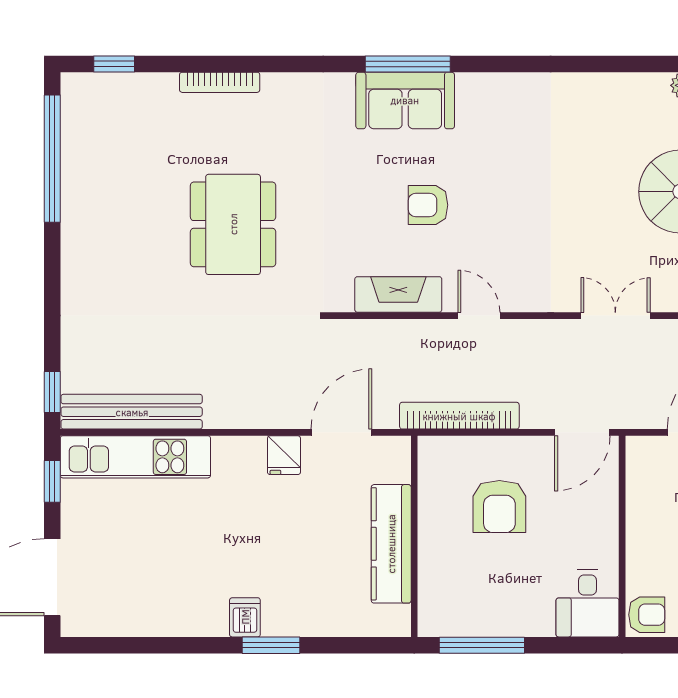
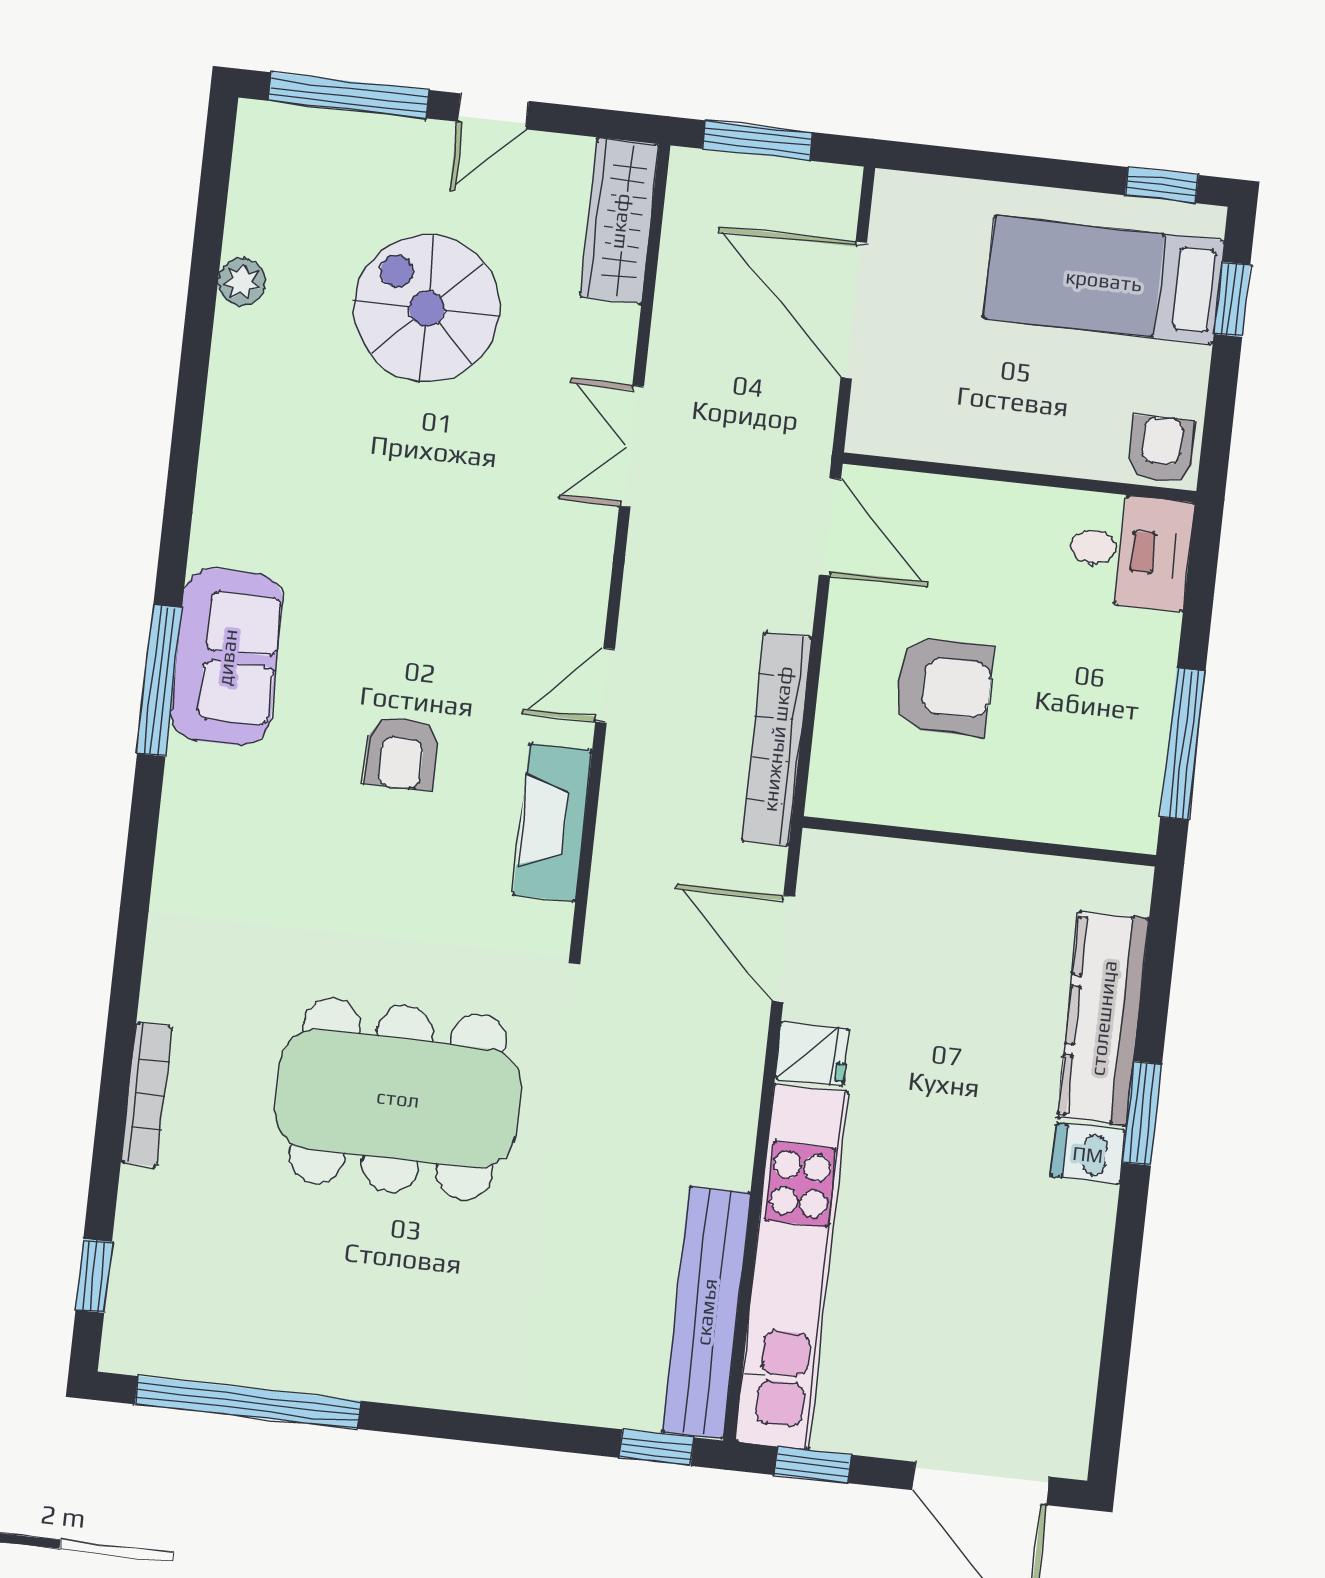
window: (408, 64) -> (159, 681), moved
sofa: (405, 100) -> (227, 657), moved
dining table: (233, 224) -> (398, 1098), width x1.36, depth x1.24
kitchen unit: (135, 457) -> (791, 1267), width x1.36
kitchen counter: (391, 544) -> (1103, 1018), moved, turned 90

